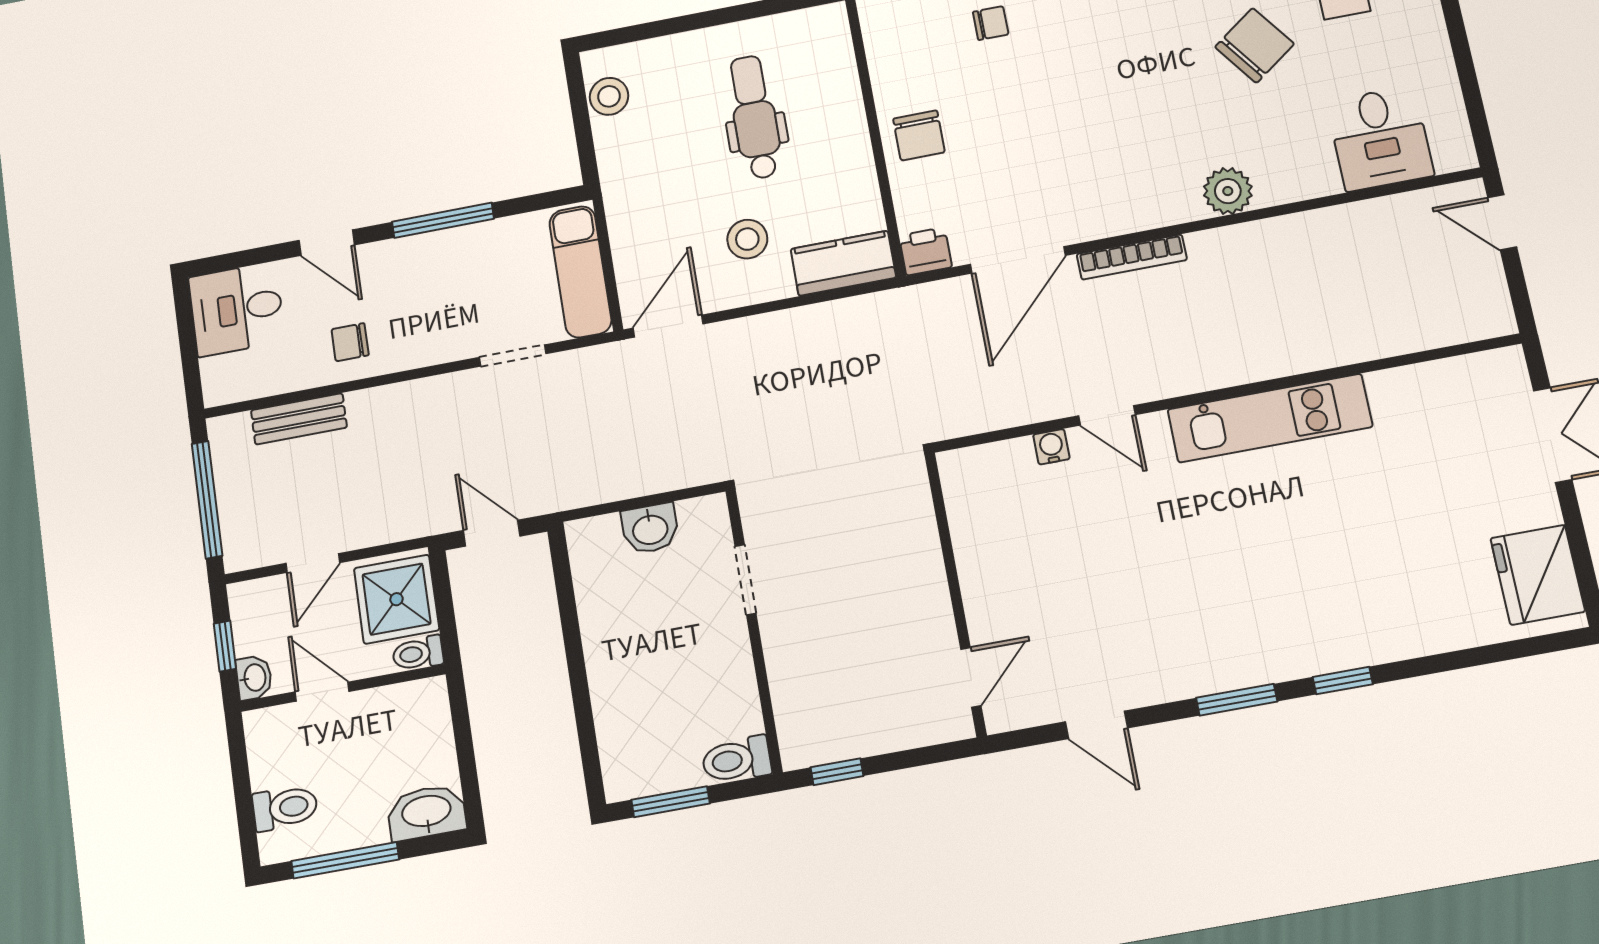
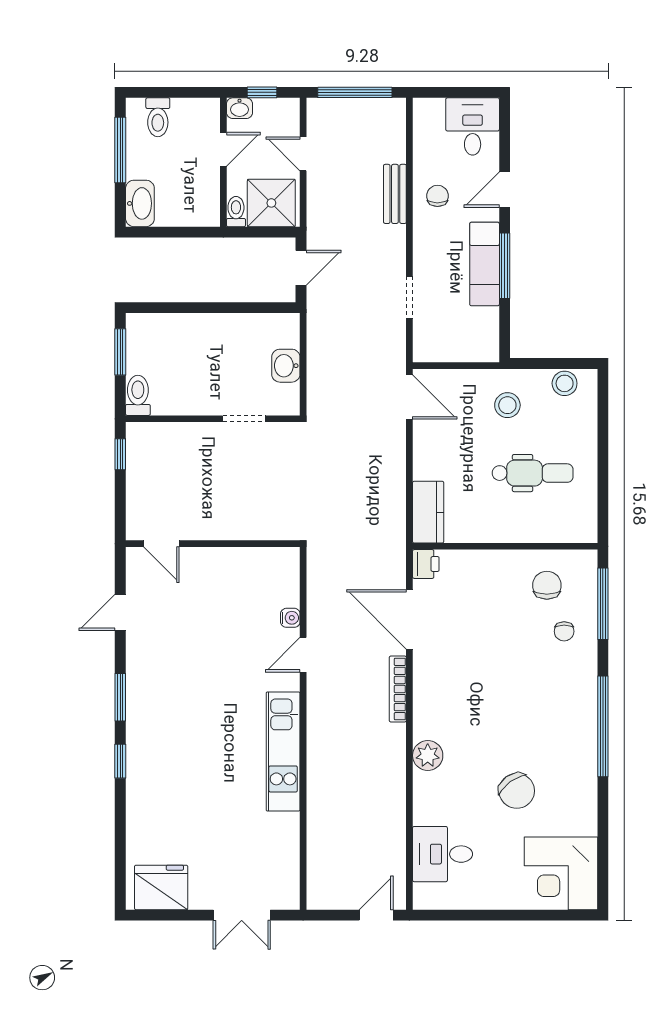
chair: (919, 135) -> (547, 585), moved, turned 90
stool: (747, 239) -> (507, 405), moved
exam couch: (580, 272) -> (485, 264), moved, turned -90
bench: (299, 419) -> (395, 194), moved

